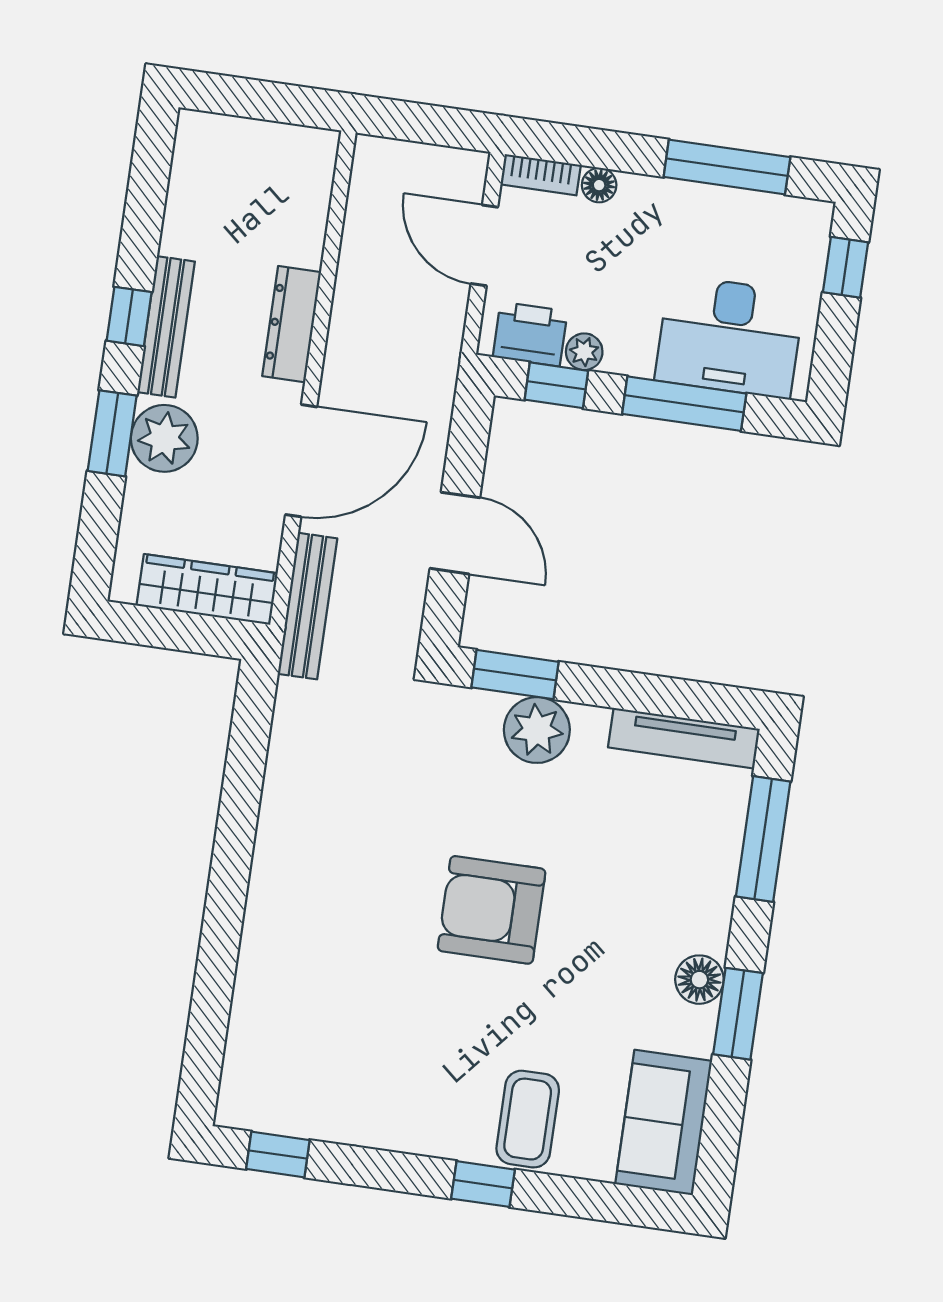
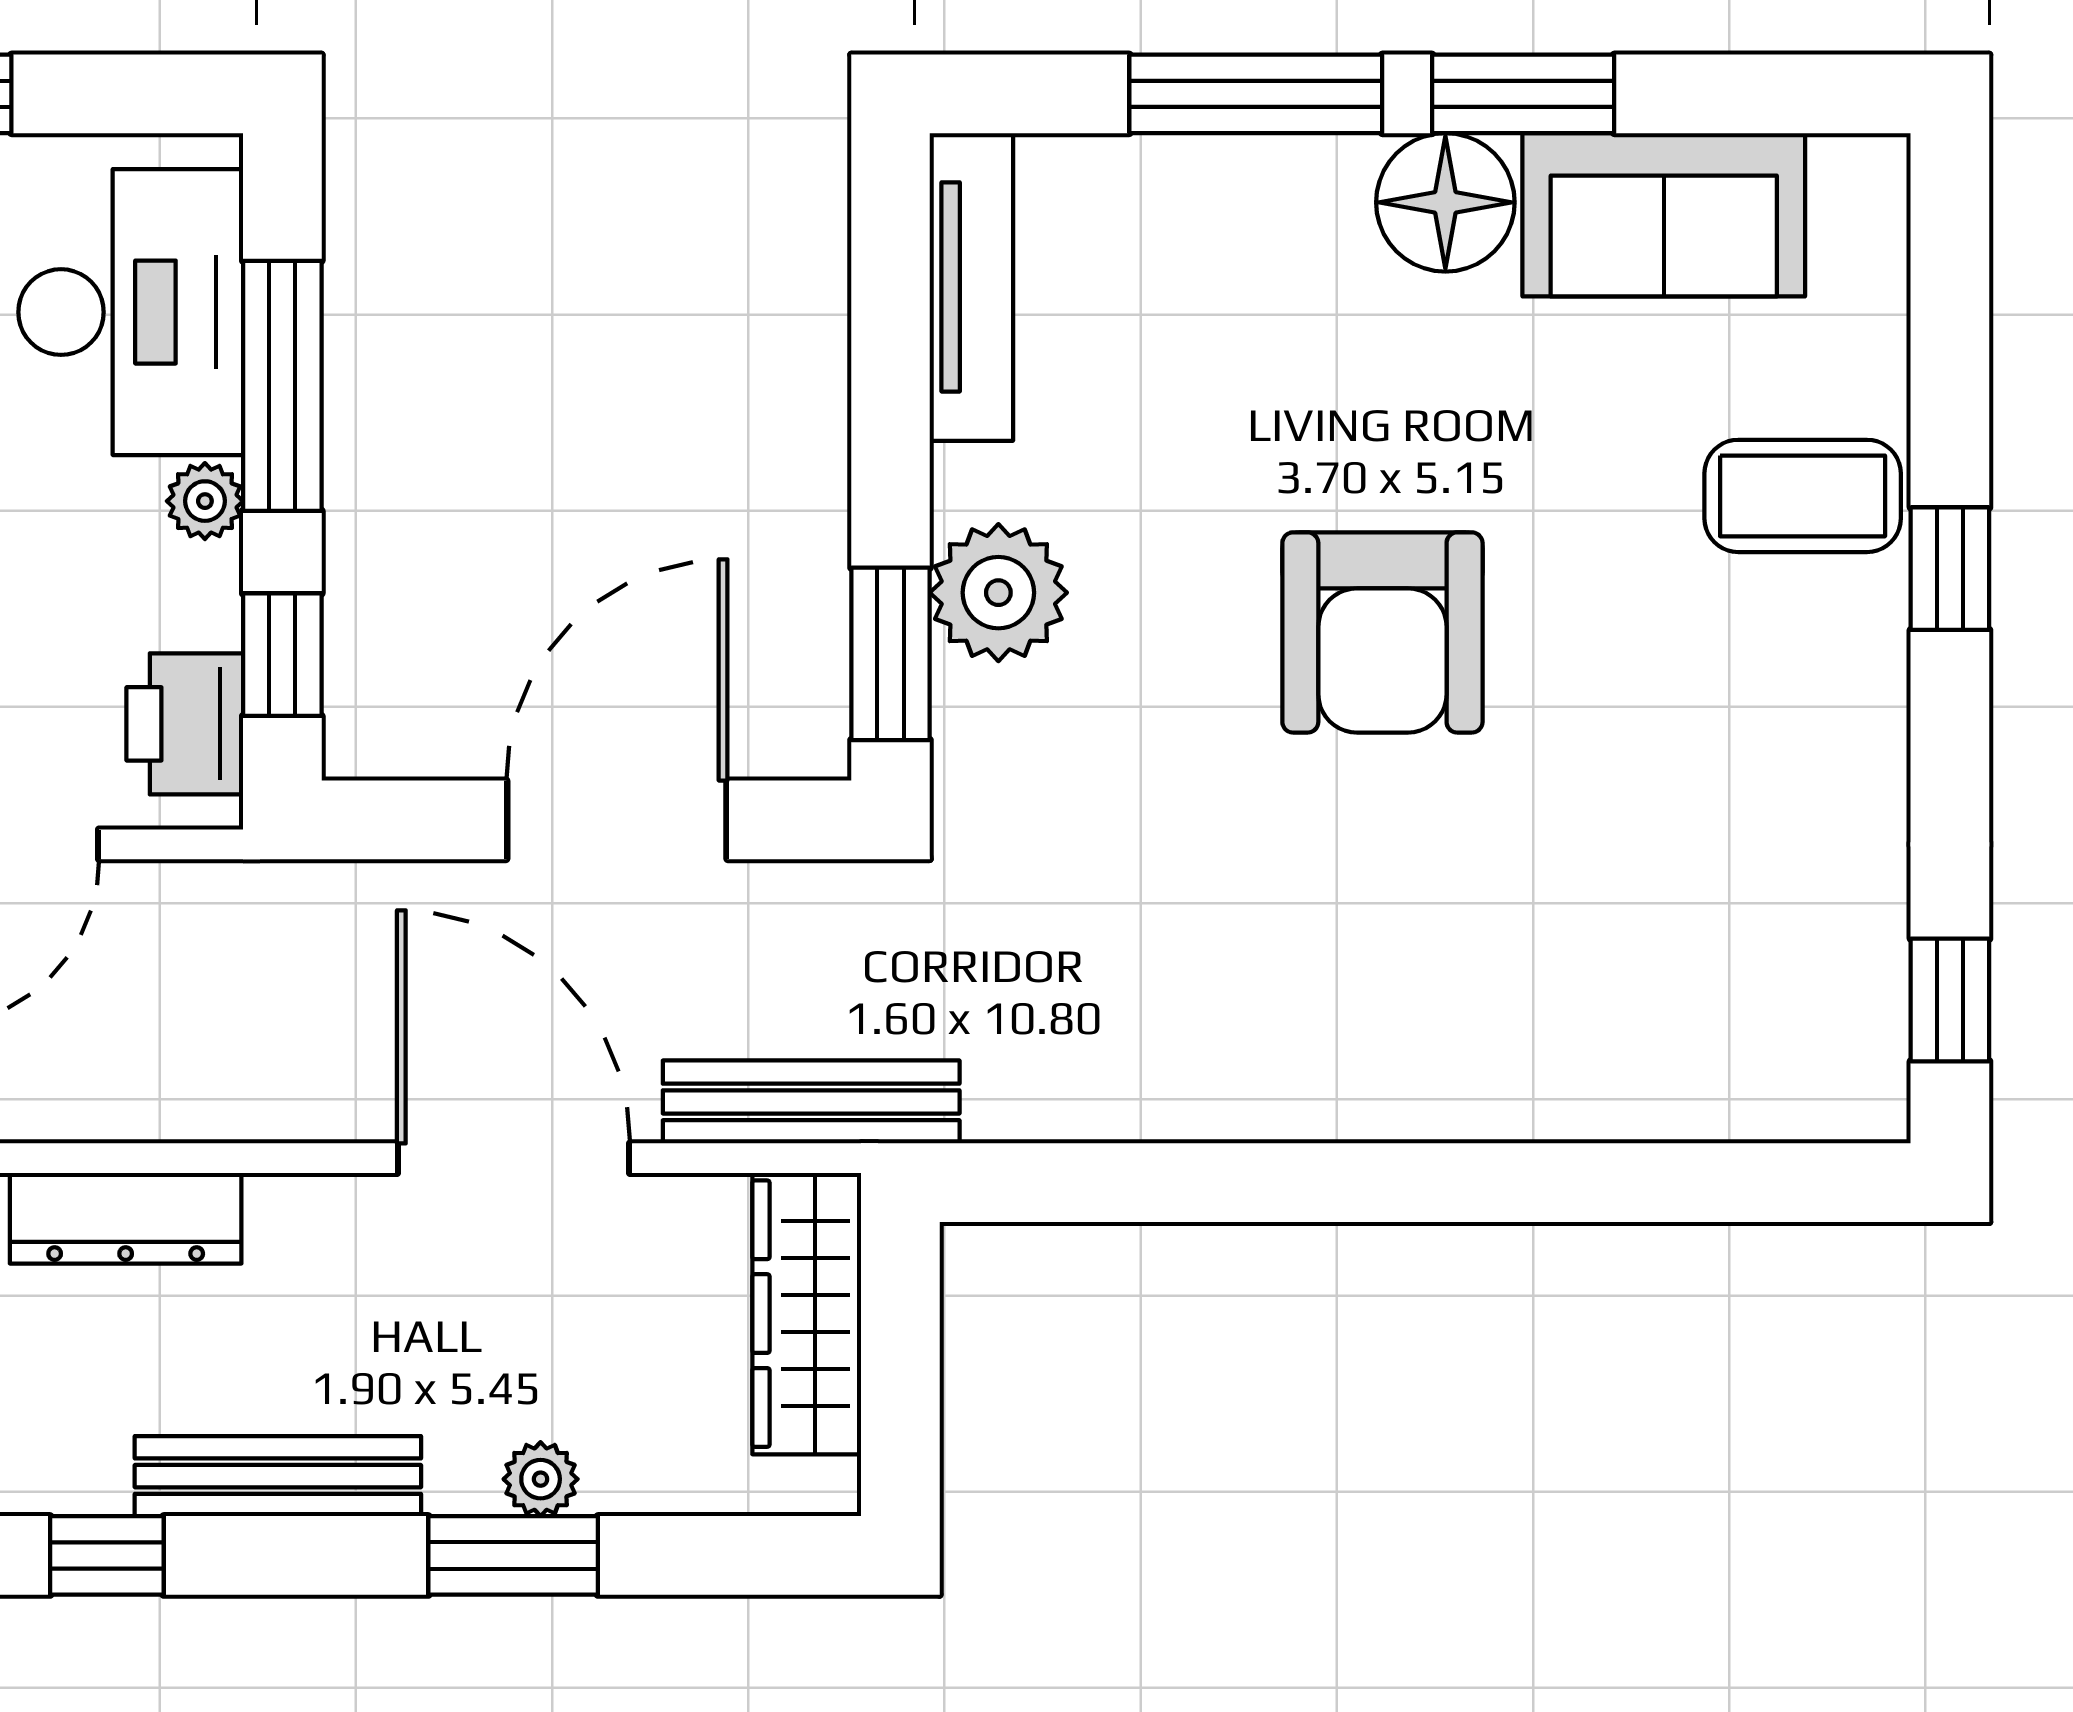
window: (129, 316) -> (107, 1555), moved
dresser: (292, 324) -> (126, 1218), moved
plant: (584, 352) -> (205, 501), moved
plant: (164, 438) -> (541, 1479), width x0.53, depth x0.53
door: (455, 533) -> (617, 820), width x1.36
window: (763, 839) -> (1256, 94), moved
floor lamp: (699, 980) -> (1445, 202), width x1.38, depth x1.38
sofa: (664, 1123) -> (1664, 215), moved

